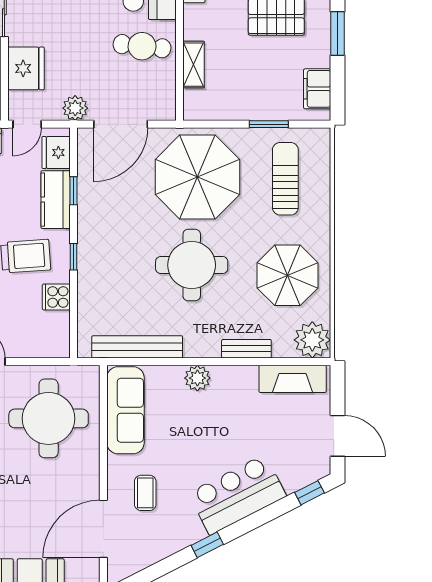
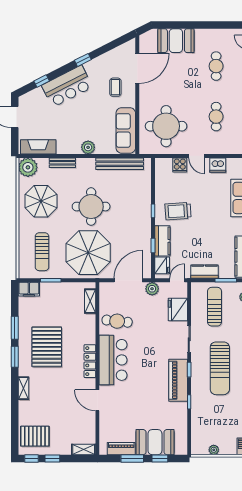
shelving: (194, 65) -> (90, 301), moved
filing cabinet: (317, 89) -> (29, 289), moved, turned 90
cooker: (56, 297) -> (180, 165), moved, turned 90
window: (310, 493) -> (42, 81), moved

